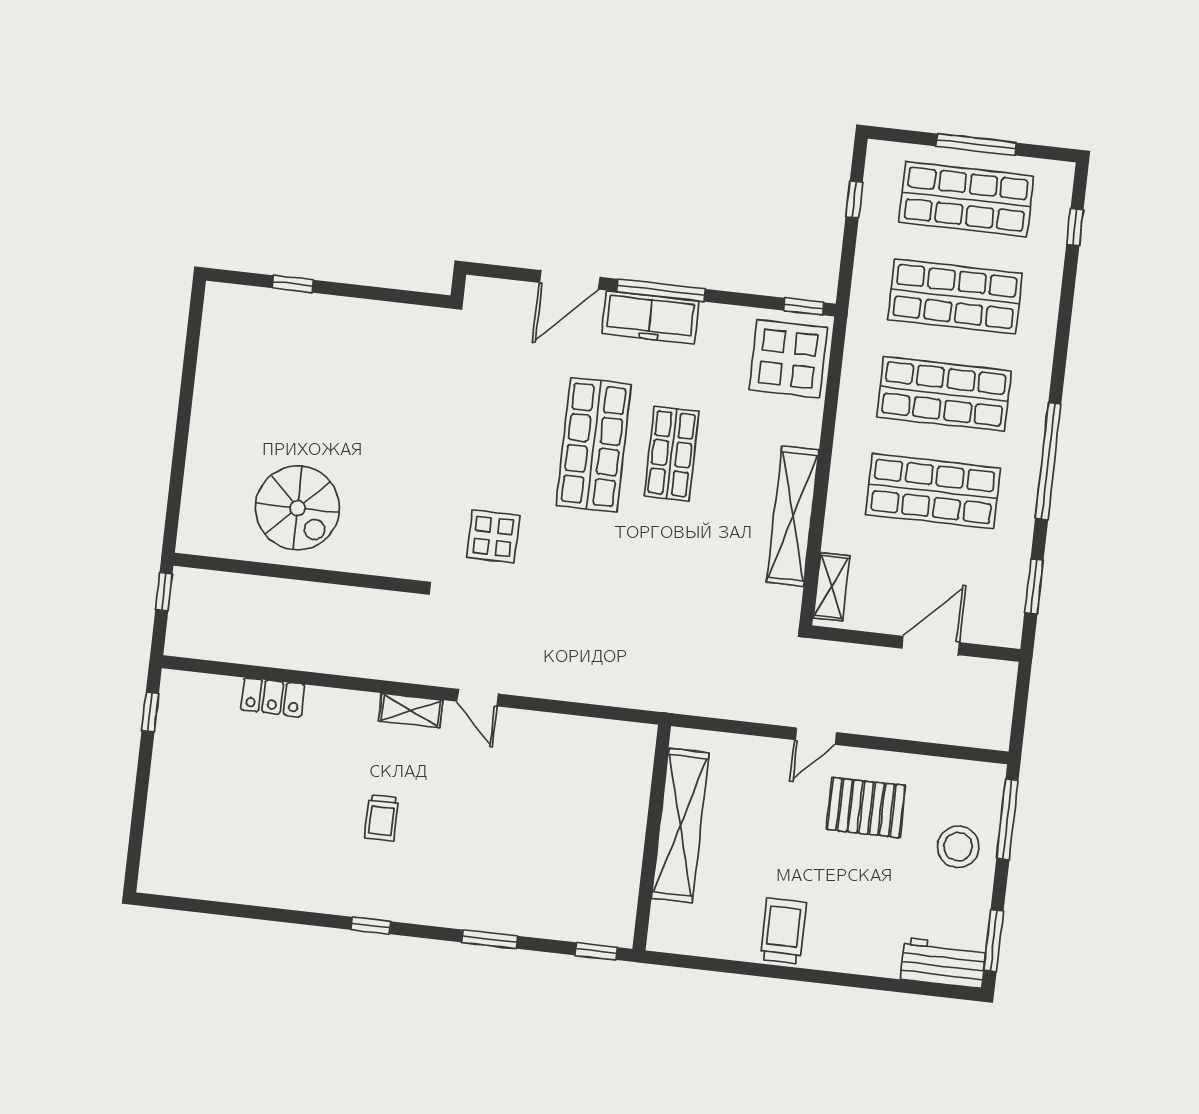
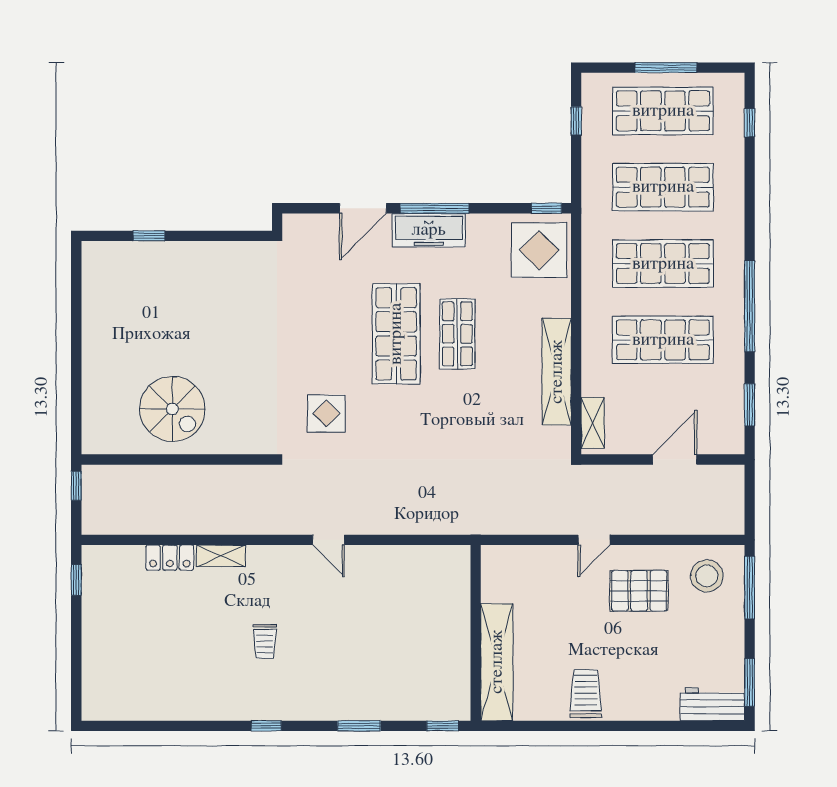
shelving: (411, 710) -> (221, 556), moved
shelving: (680, 825) -> (497, 662), moved
stool: (958, 847) -> (707, 576), moved

